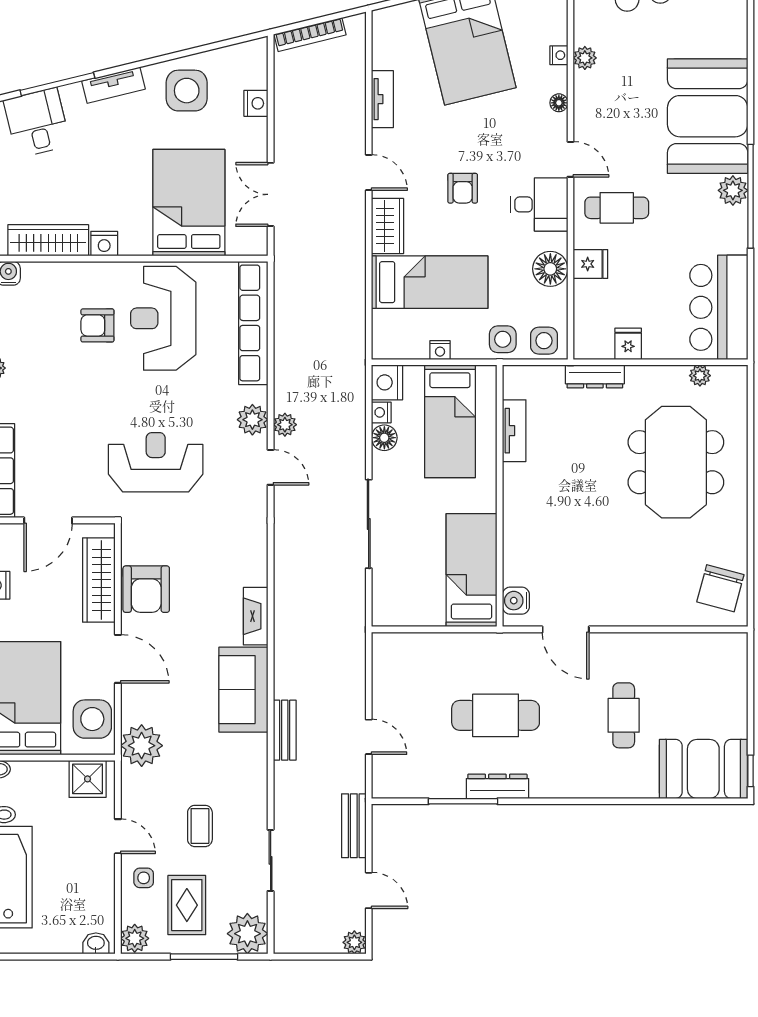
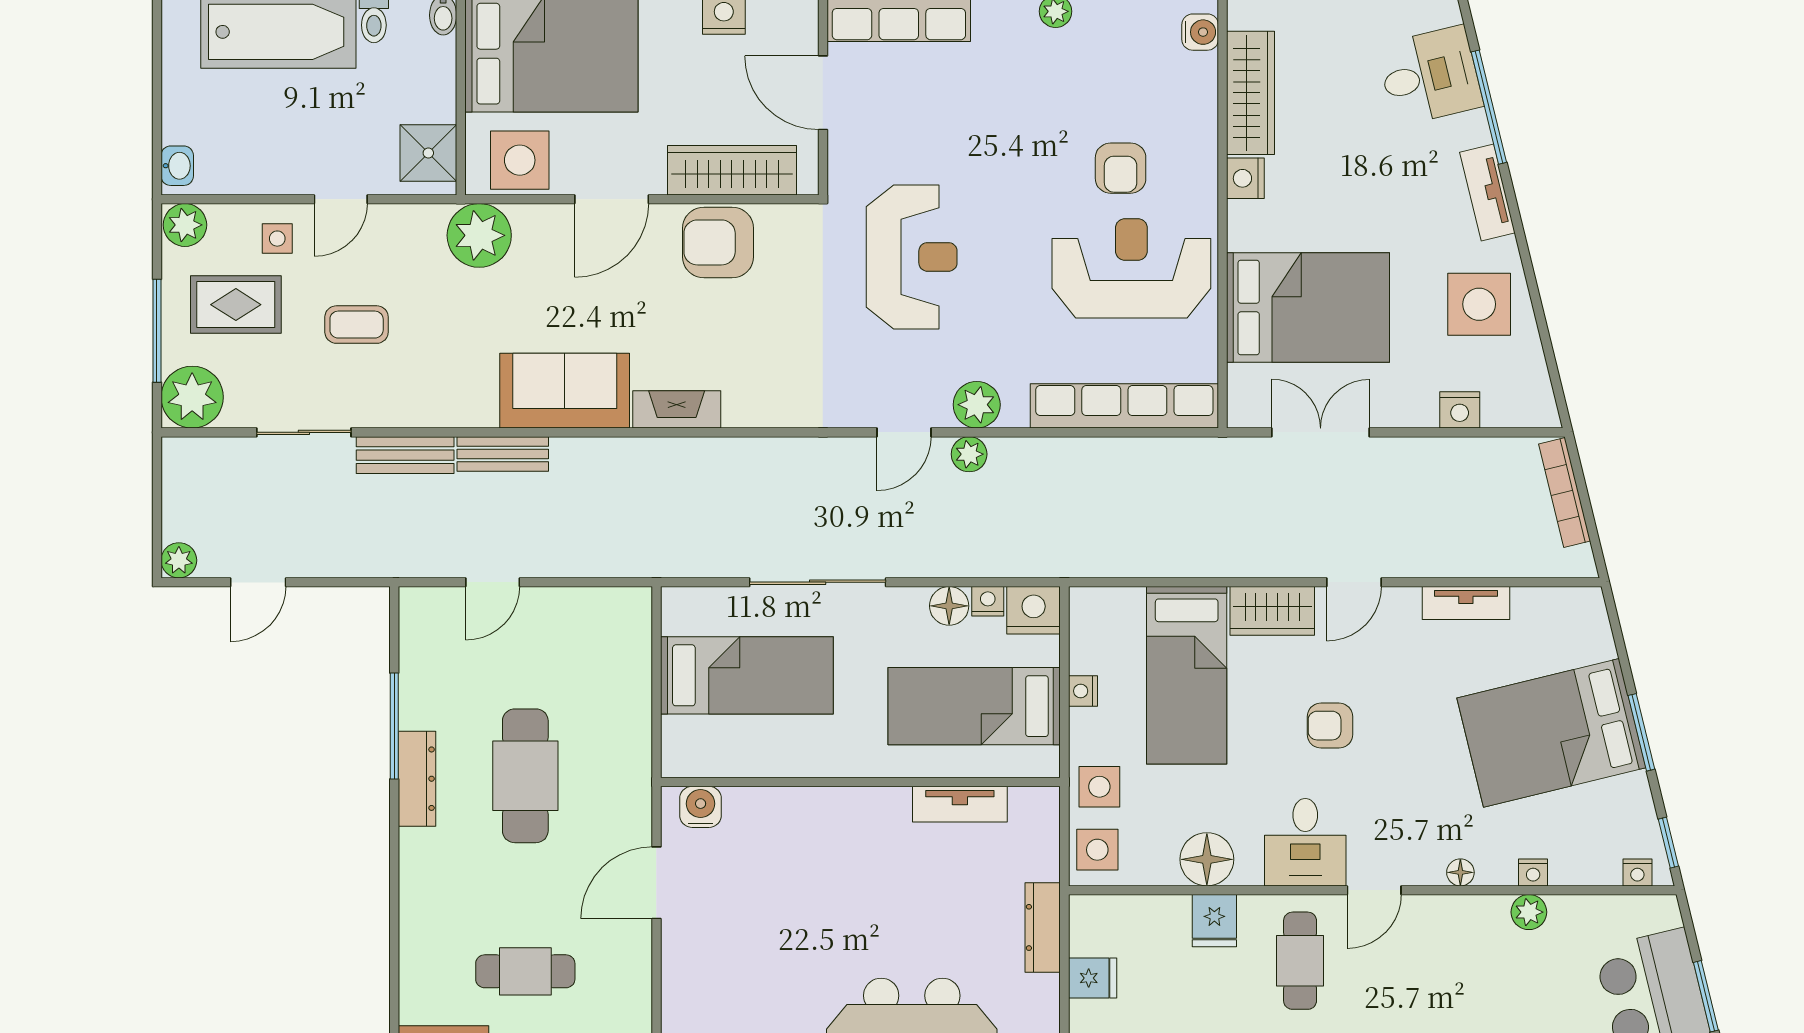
armchair: (97, 325) -> (1121, 168), turned 180
bed: (471, 570) -> (747, 675), moved
bench: (354, 826) -> (405, 455), moved

